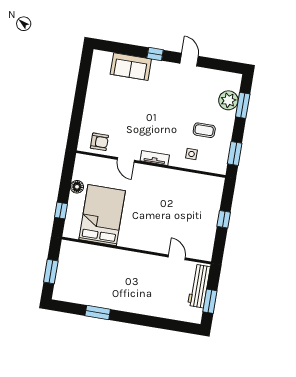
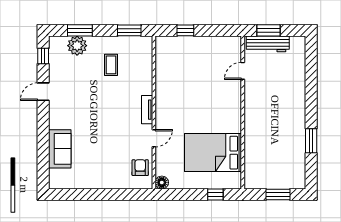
window: (155, 54) -> (43, 56), moved
side table: (192, 154) -> (137, 73), removed
floor lamp: (77, 187) -> (162, 183), moved
window: (224, 219) -> (185, 30), moved
window: (210, 301) -> (269, 30), moved

